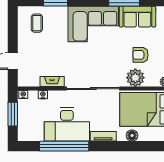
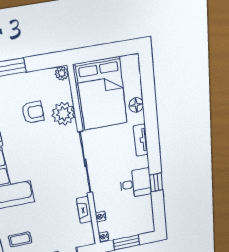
armchair: (141, 55) -> (33, 112), turned -90
desk: (67, 124) -> (136, 183), width x0.53, depth x0.77
window: (64, 146) -> (156, 182), width x0.32

